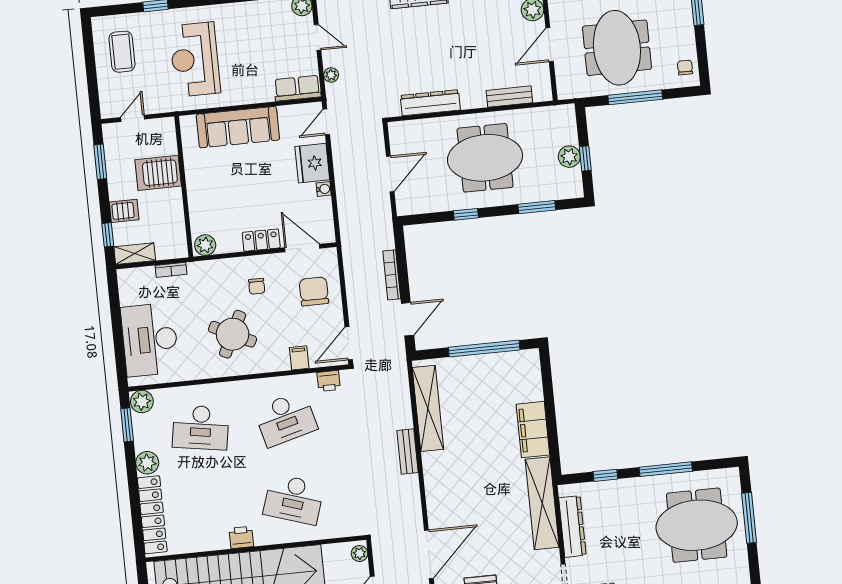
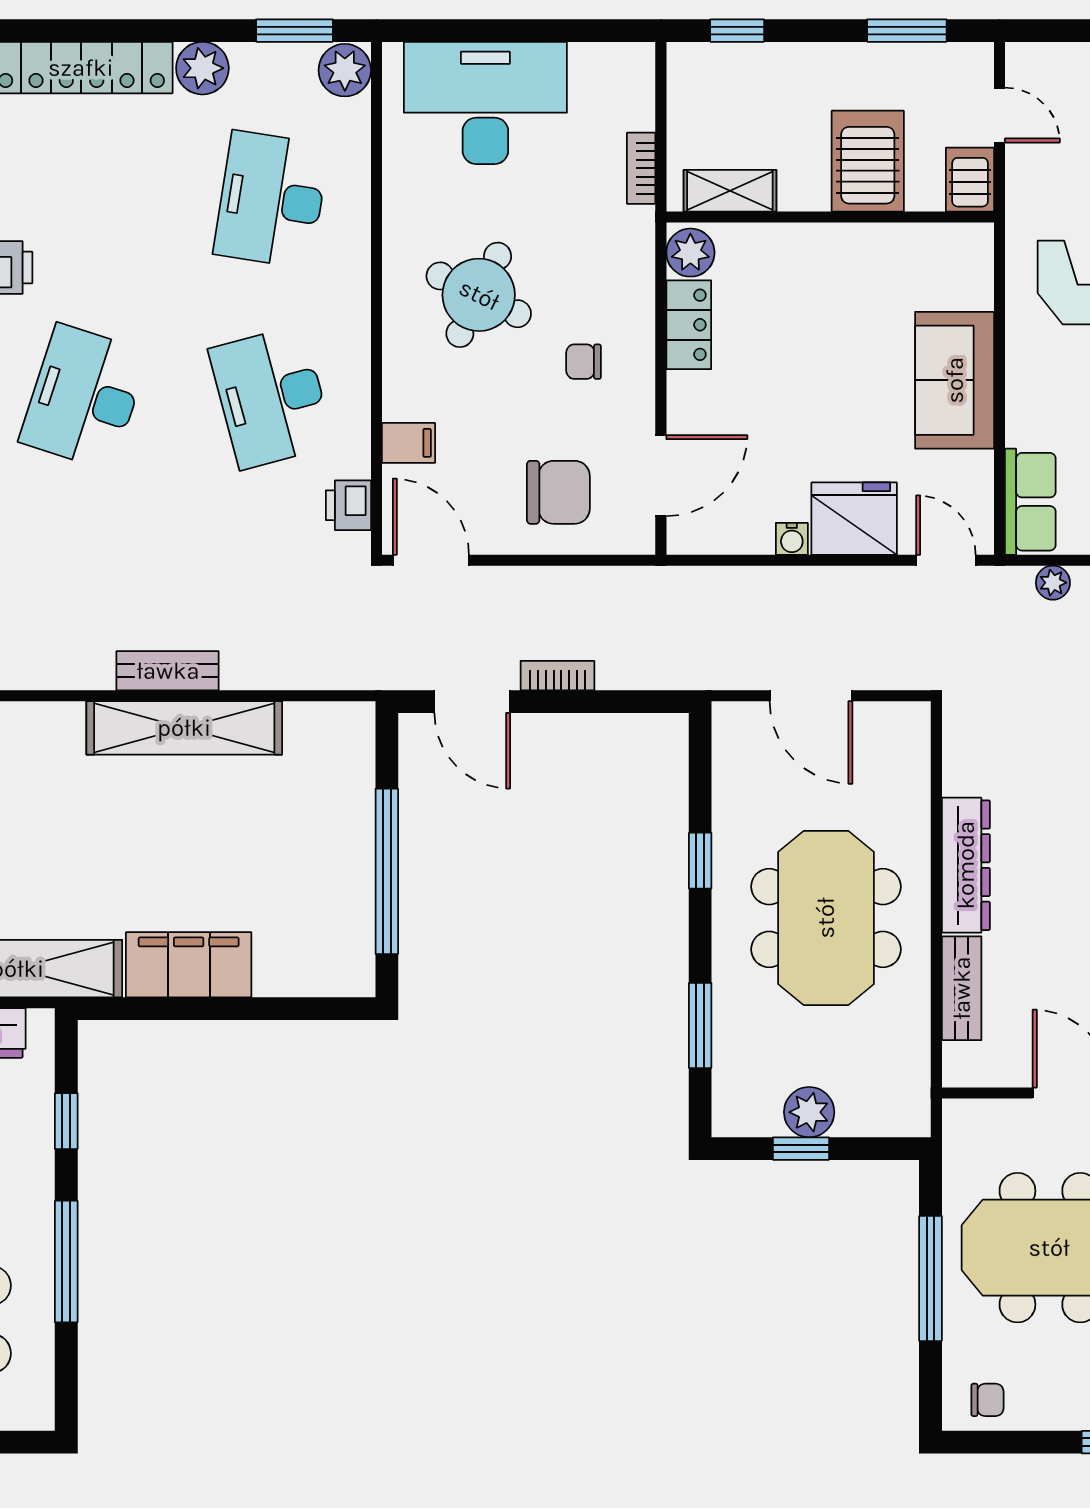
dresser: (430, 103) -> (966, 865), moved
sofa: (238, 127) -> (955, 380), width x0.73
server rack: (124, 211) -> (970, 180), moved, turned 180
locker: (261, 240) -> (689, 325), moved
shelving: (135, 254) -> (730, 191), moved, turned 90
bookcase: (392, 275) -> (557, 676), width x0.64
shelving: (428, 408) -> (184, 728), moved

